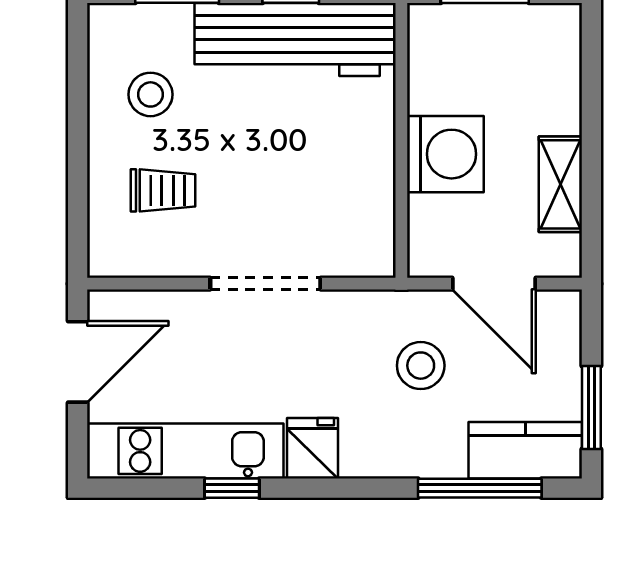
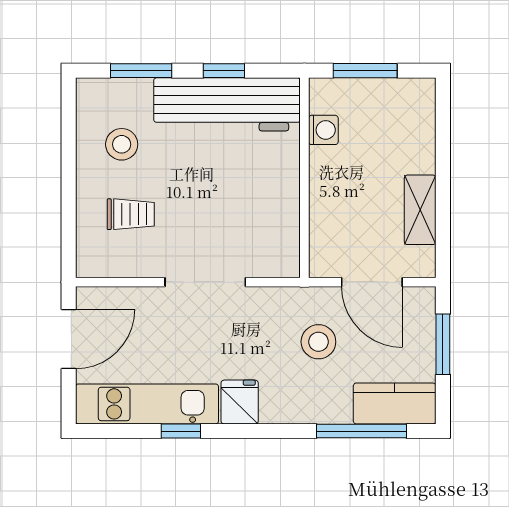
washing machine: (445, 154) -> (323, 130), moved, width x0.53, depth x0.53
window: (591, 408) -> (443, 344), moved

